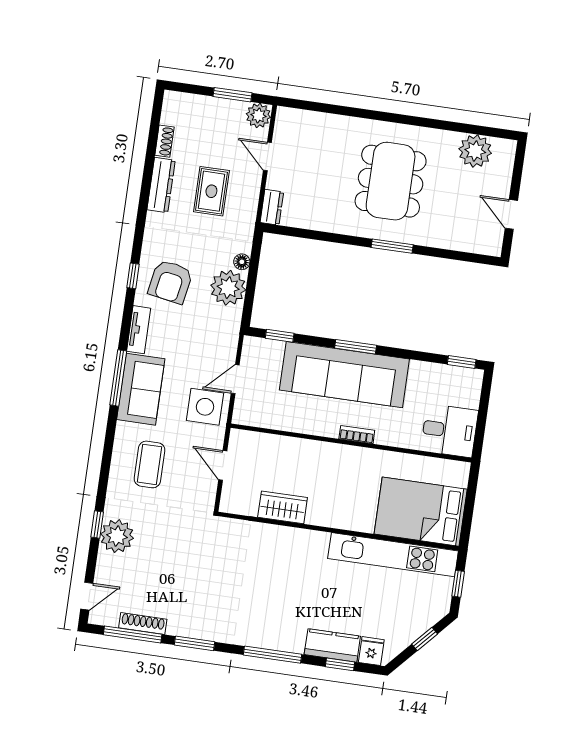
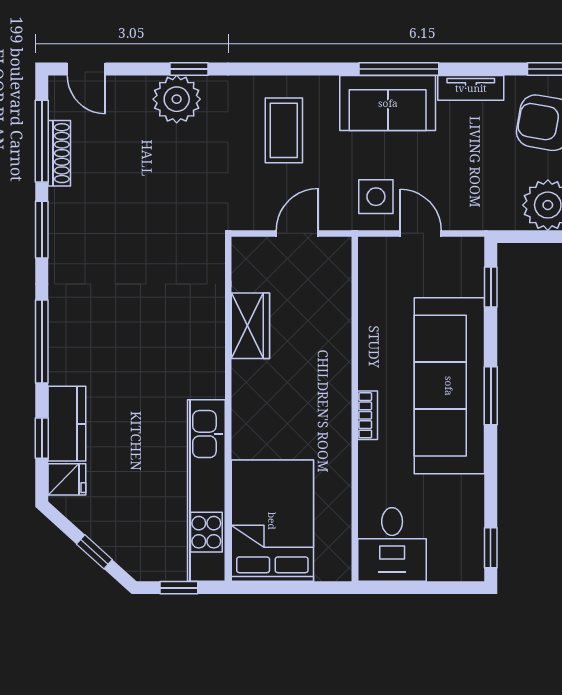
side table: (205, 407) -> (376, 197), width x0.73, depth x0.73
coffee table: (149, 464) -> (284, 130), turned 90

